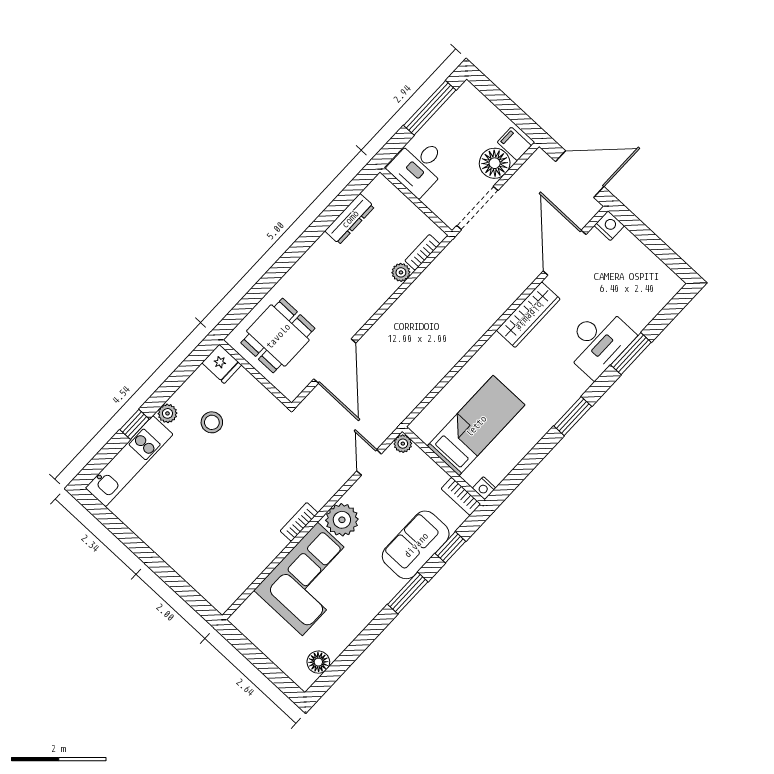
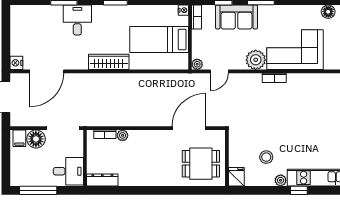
dresser: (350, 219) -> (102, 180), moved
wardrobe: (528, 315) -> (109, 62), moved
desk: (598, 342) -> (77, 20), width x0.73

